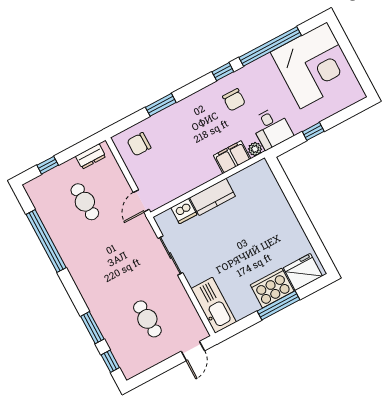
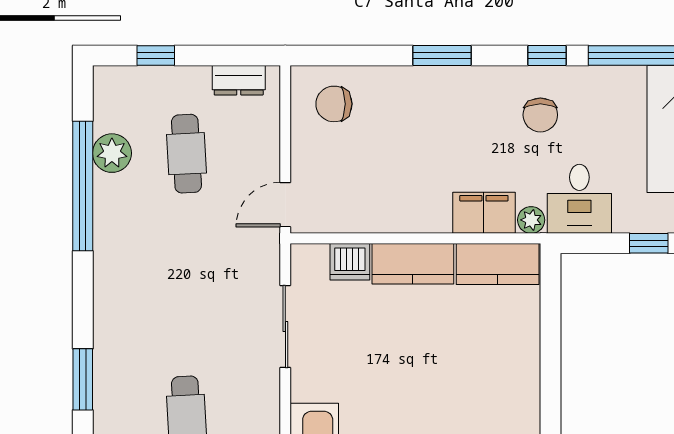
window: (161, 105) -> (442, 56), moved
kitchen counter: (251, 177) -> (498, 264), added
plant: (51, 219) -> (112, 153), added

